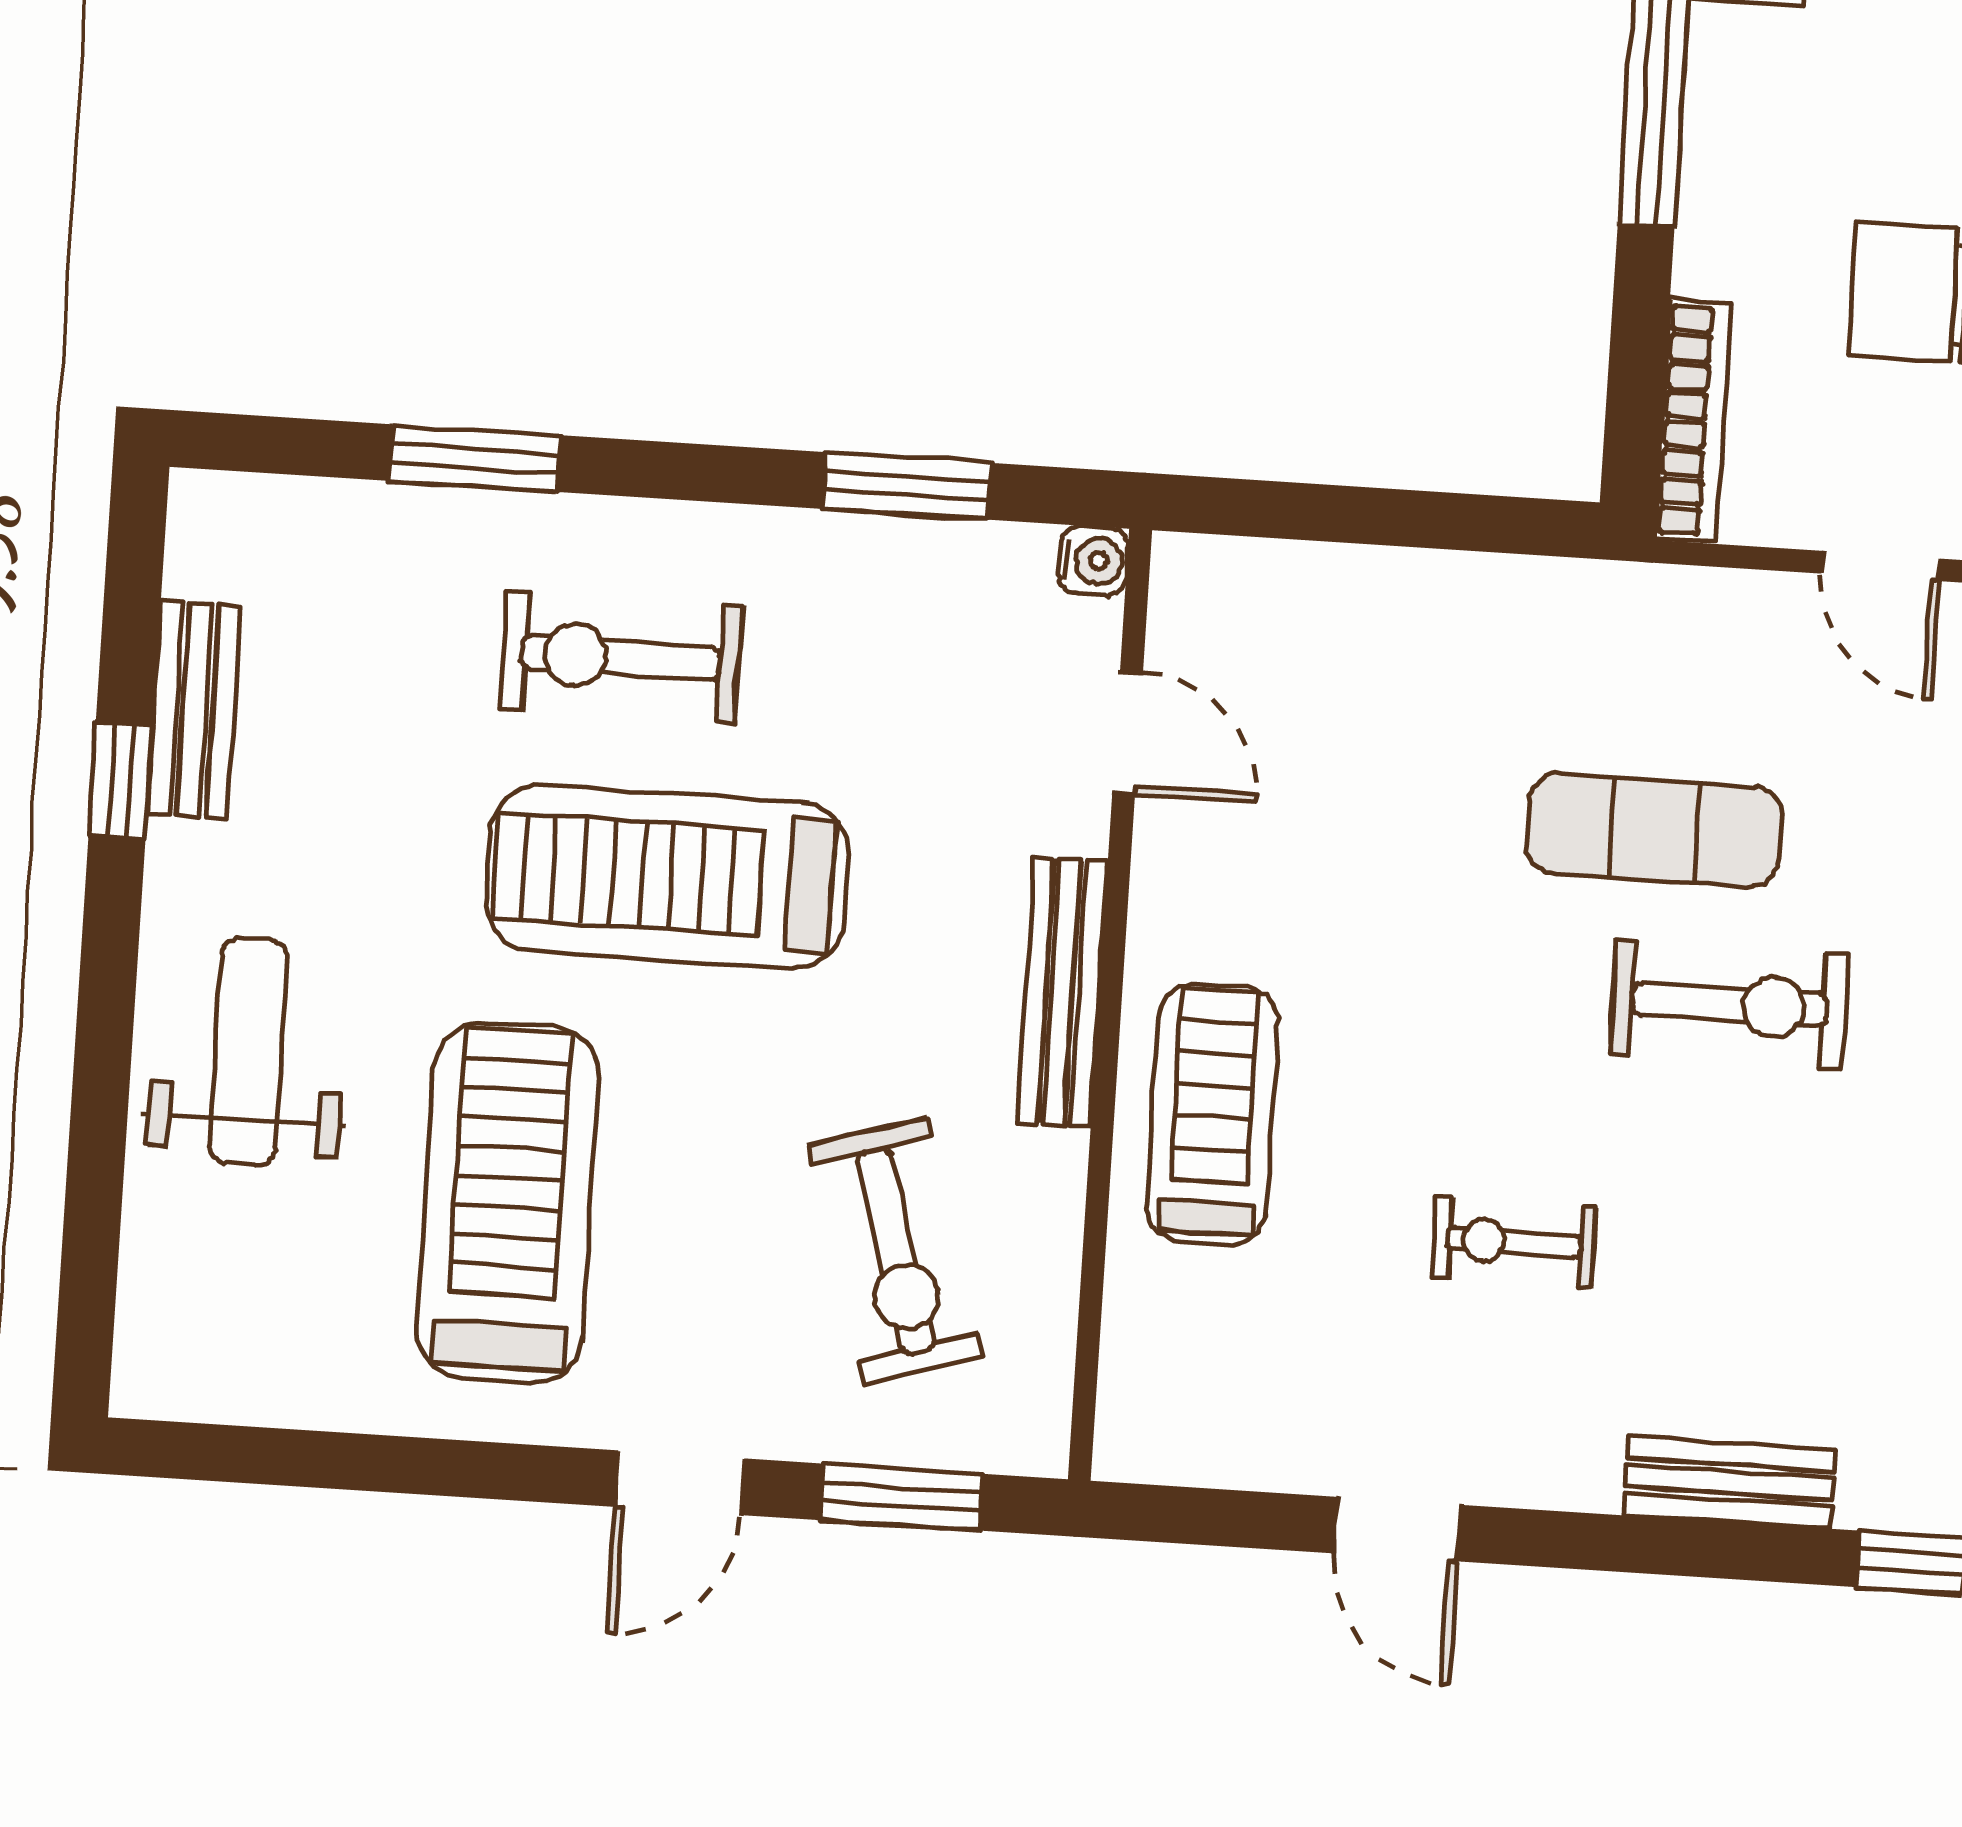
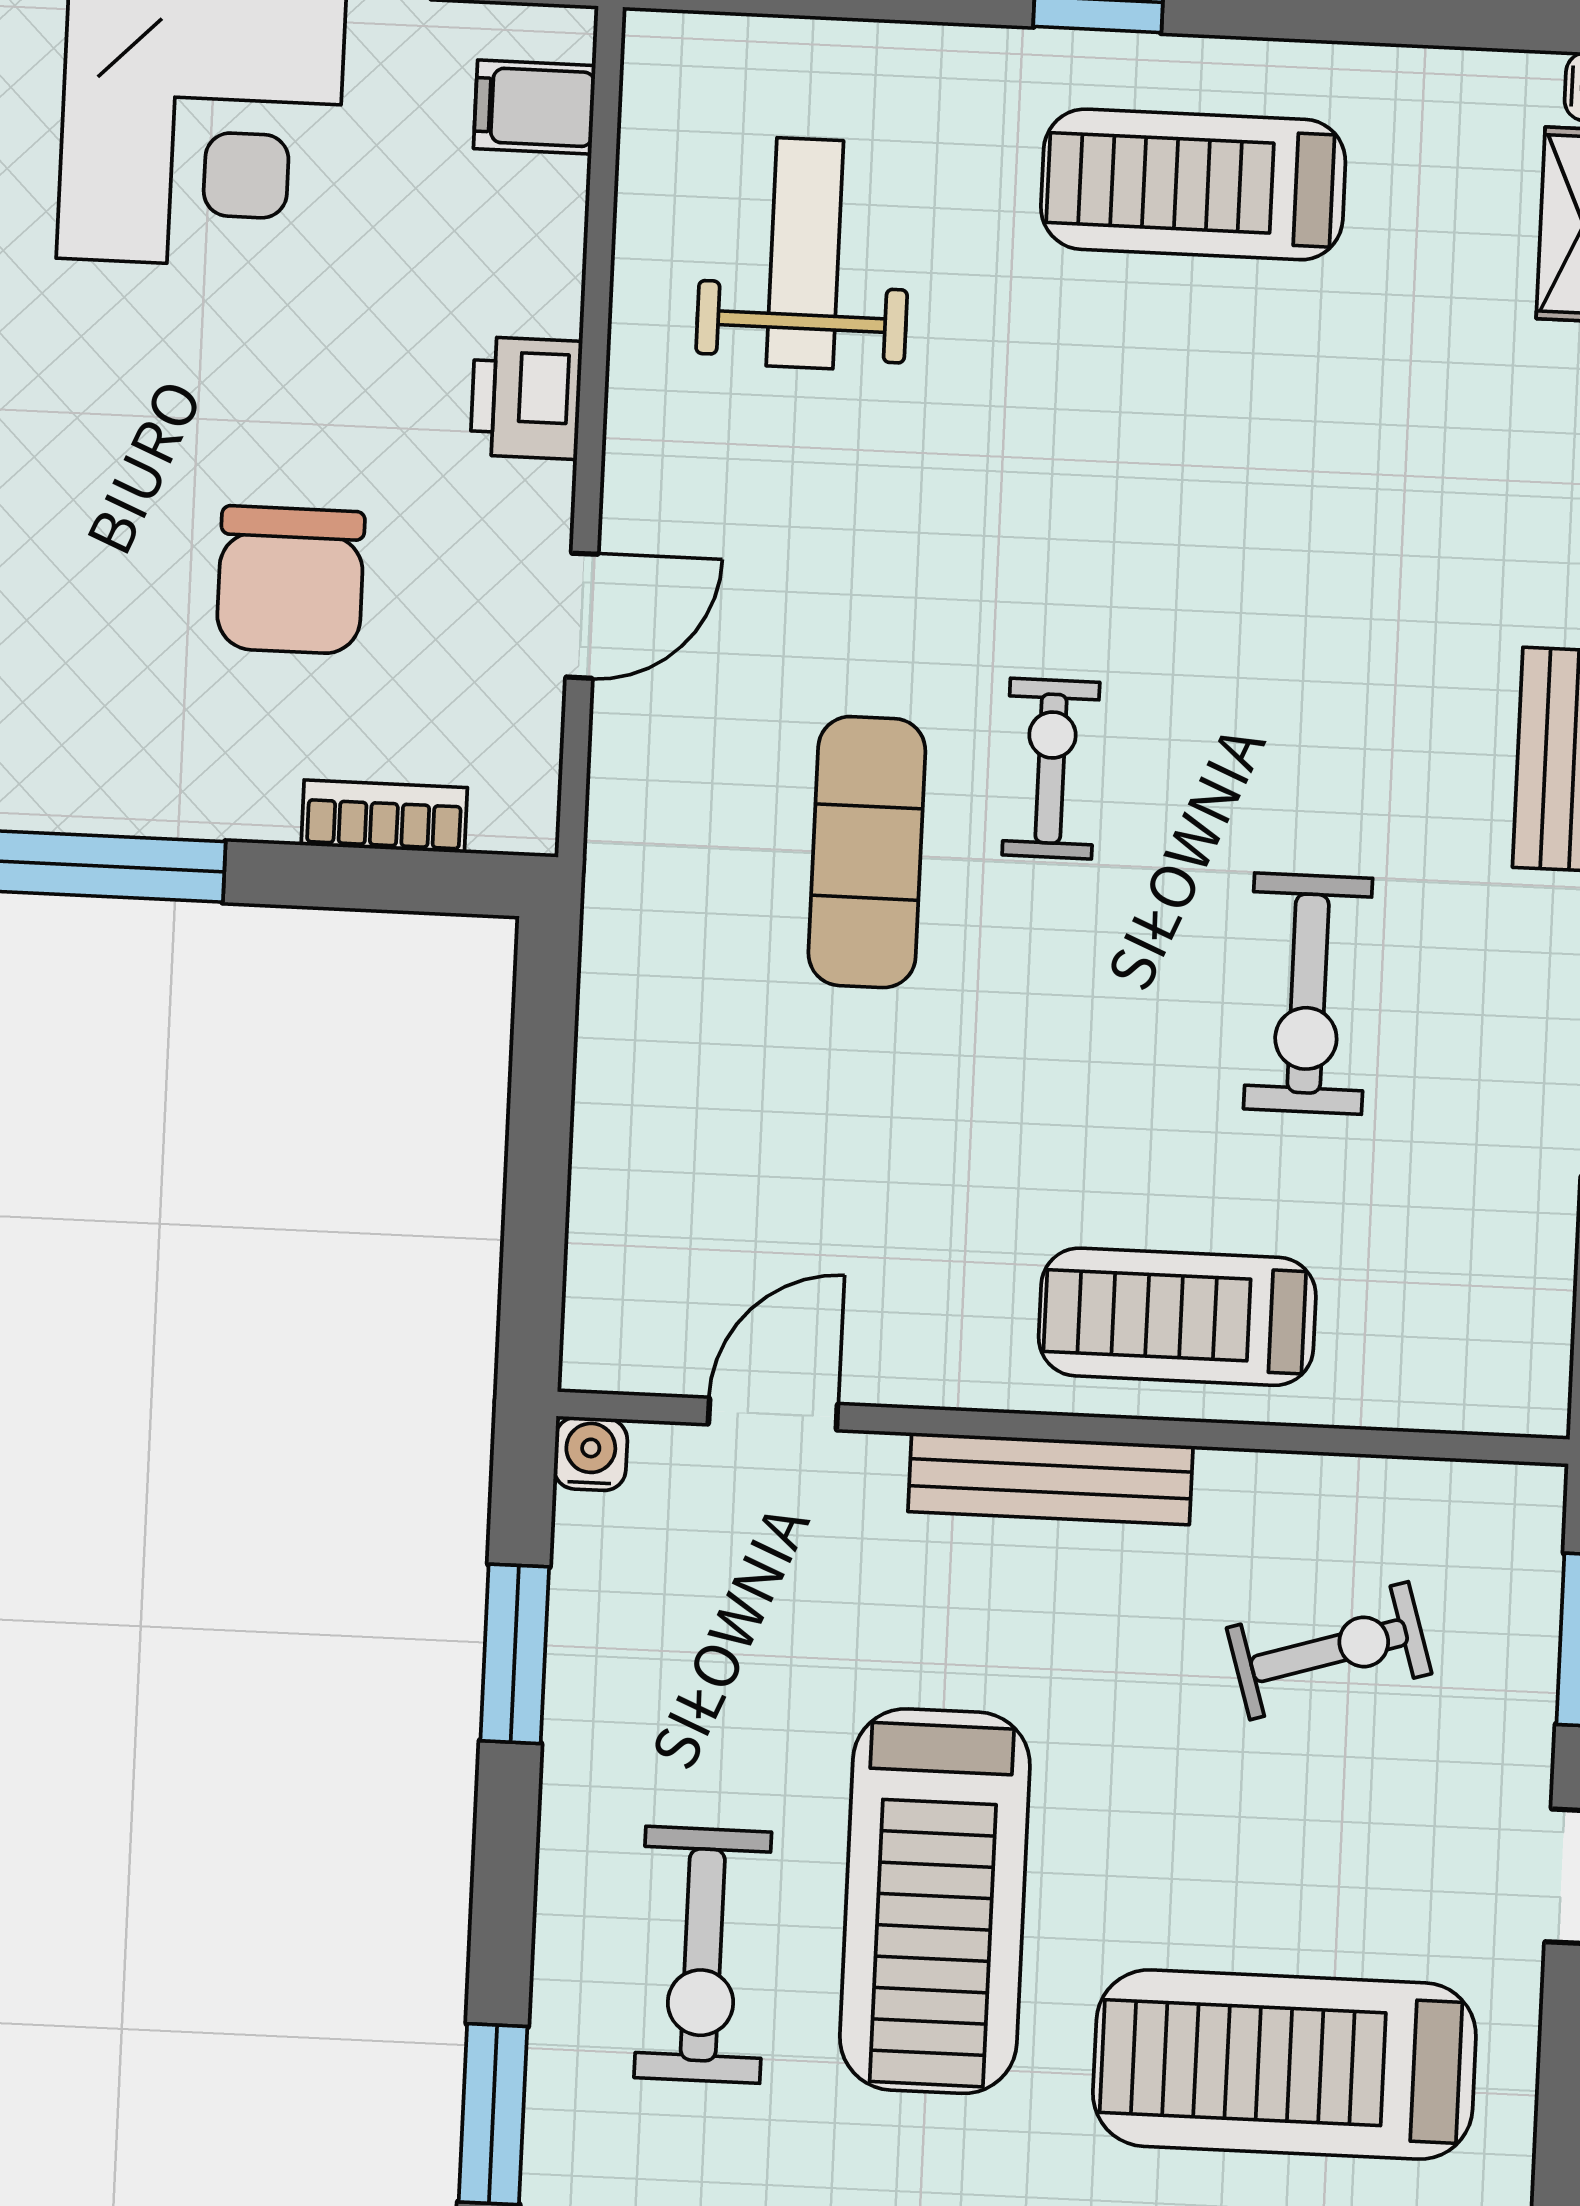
bookcase: (1693, 420) -> (384, 816), width x0.64
exercise bike: (1730, 1004) -> (1051, 769), width x0.73, depth x0.72
exercise bike: (1514, 1242) -> (1308, 994), width x1.38, depth x1.39
exercise bike: (896, 1251) -> (1329, 1651), width x0.73, depth x0.72

